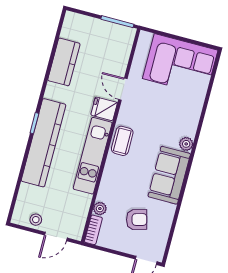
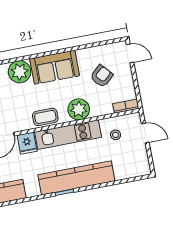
plant: (186, 144) -> (20, 72), width x1.87, depth x1.87
plant: (100, 209) -> (79, 109), moved, width x1.87, depth x1.87
stool: (36, 220) -> (115, 135), moved
armchair: (137, 220) -> (102, 76), turned 63

